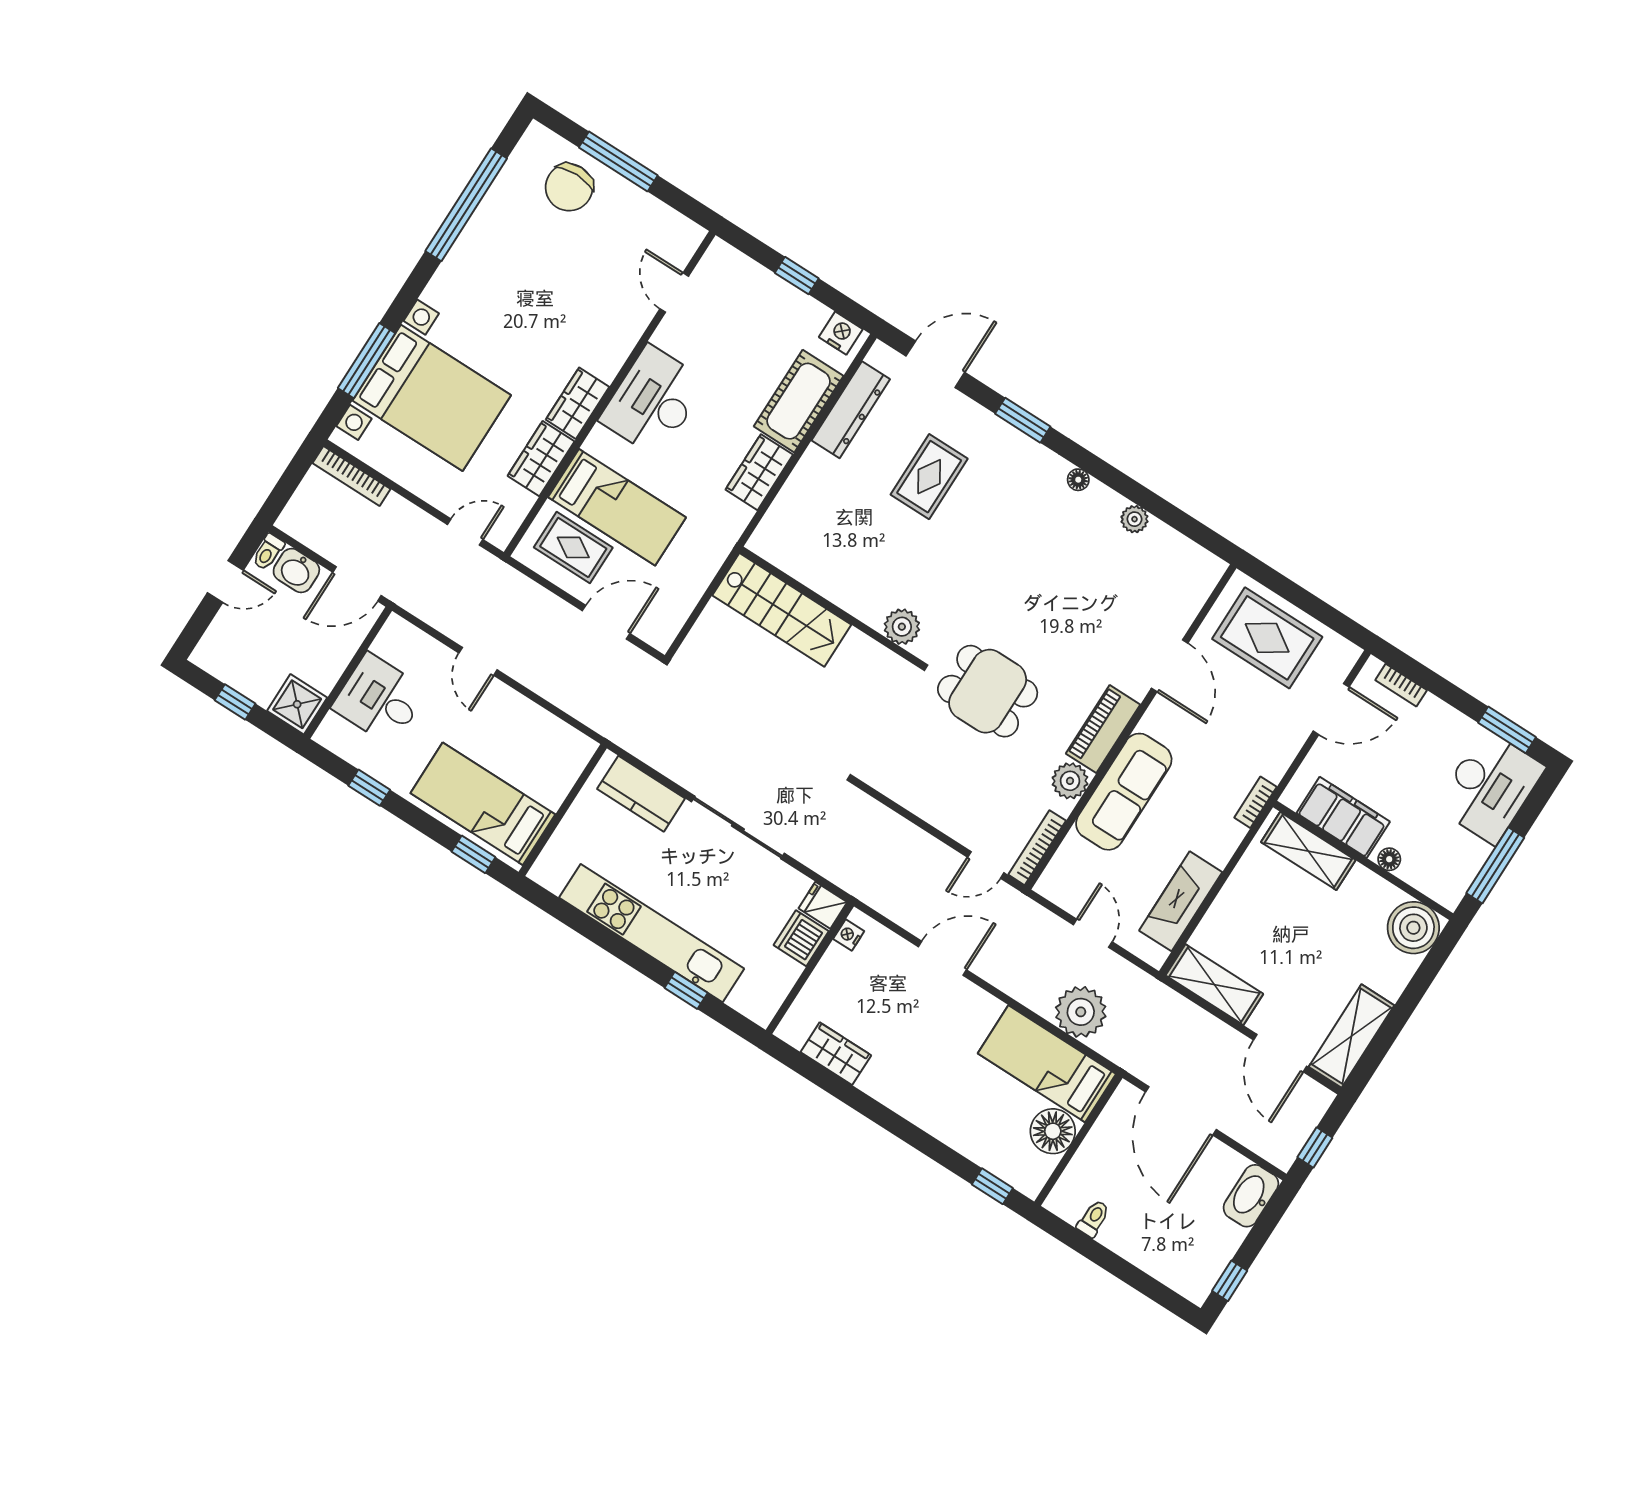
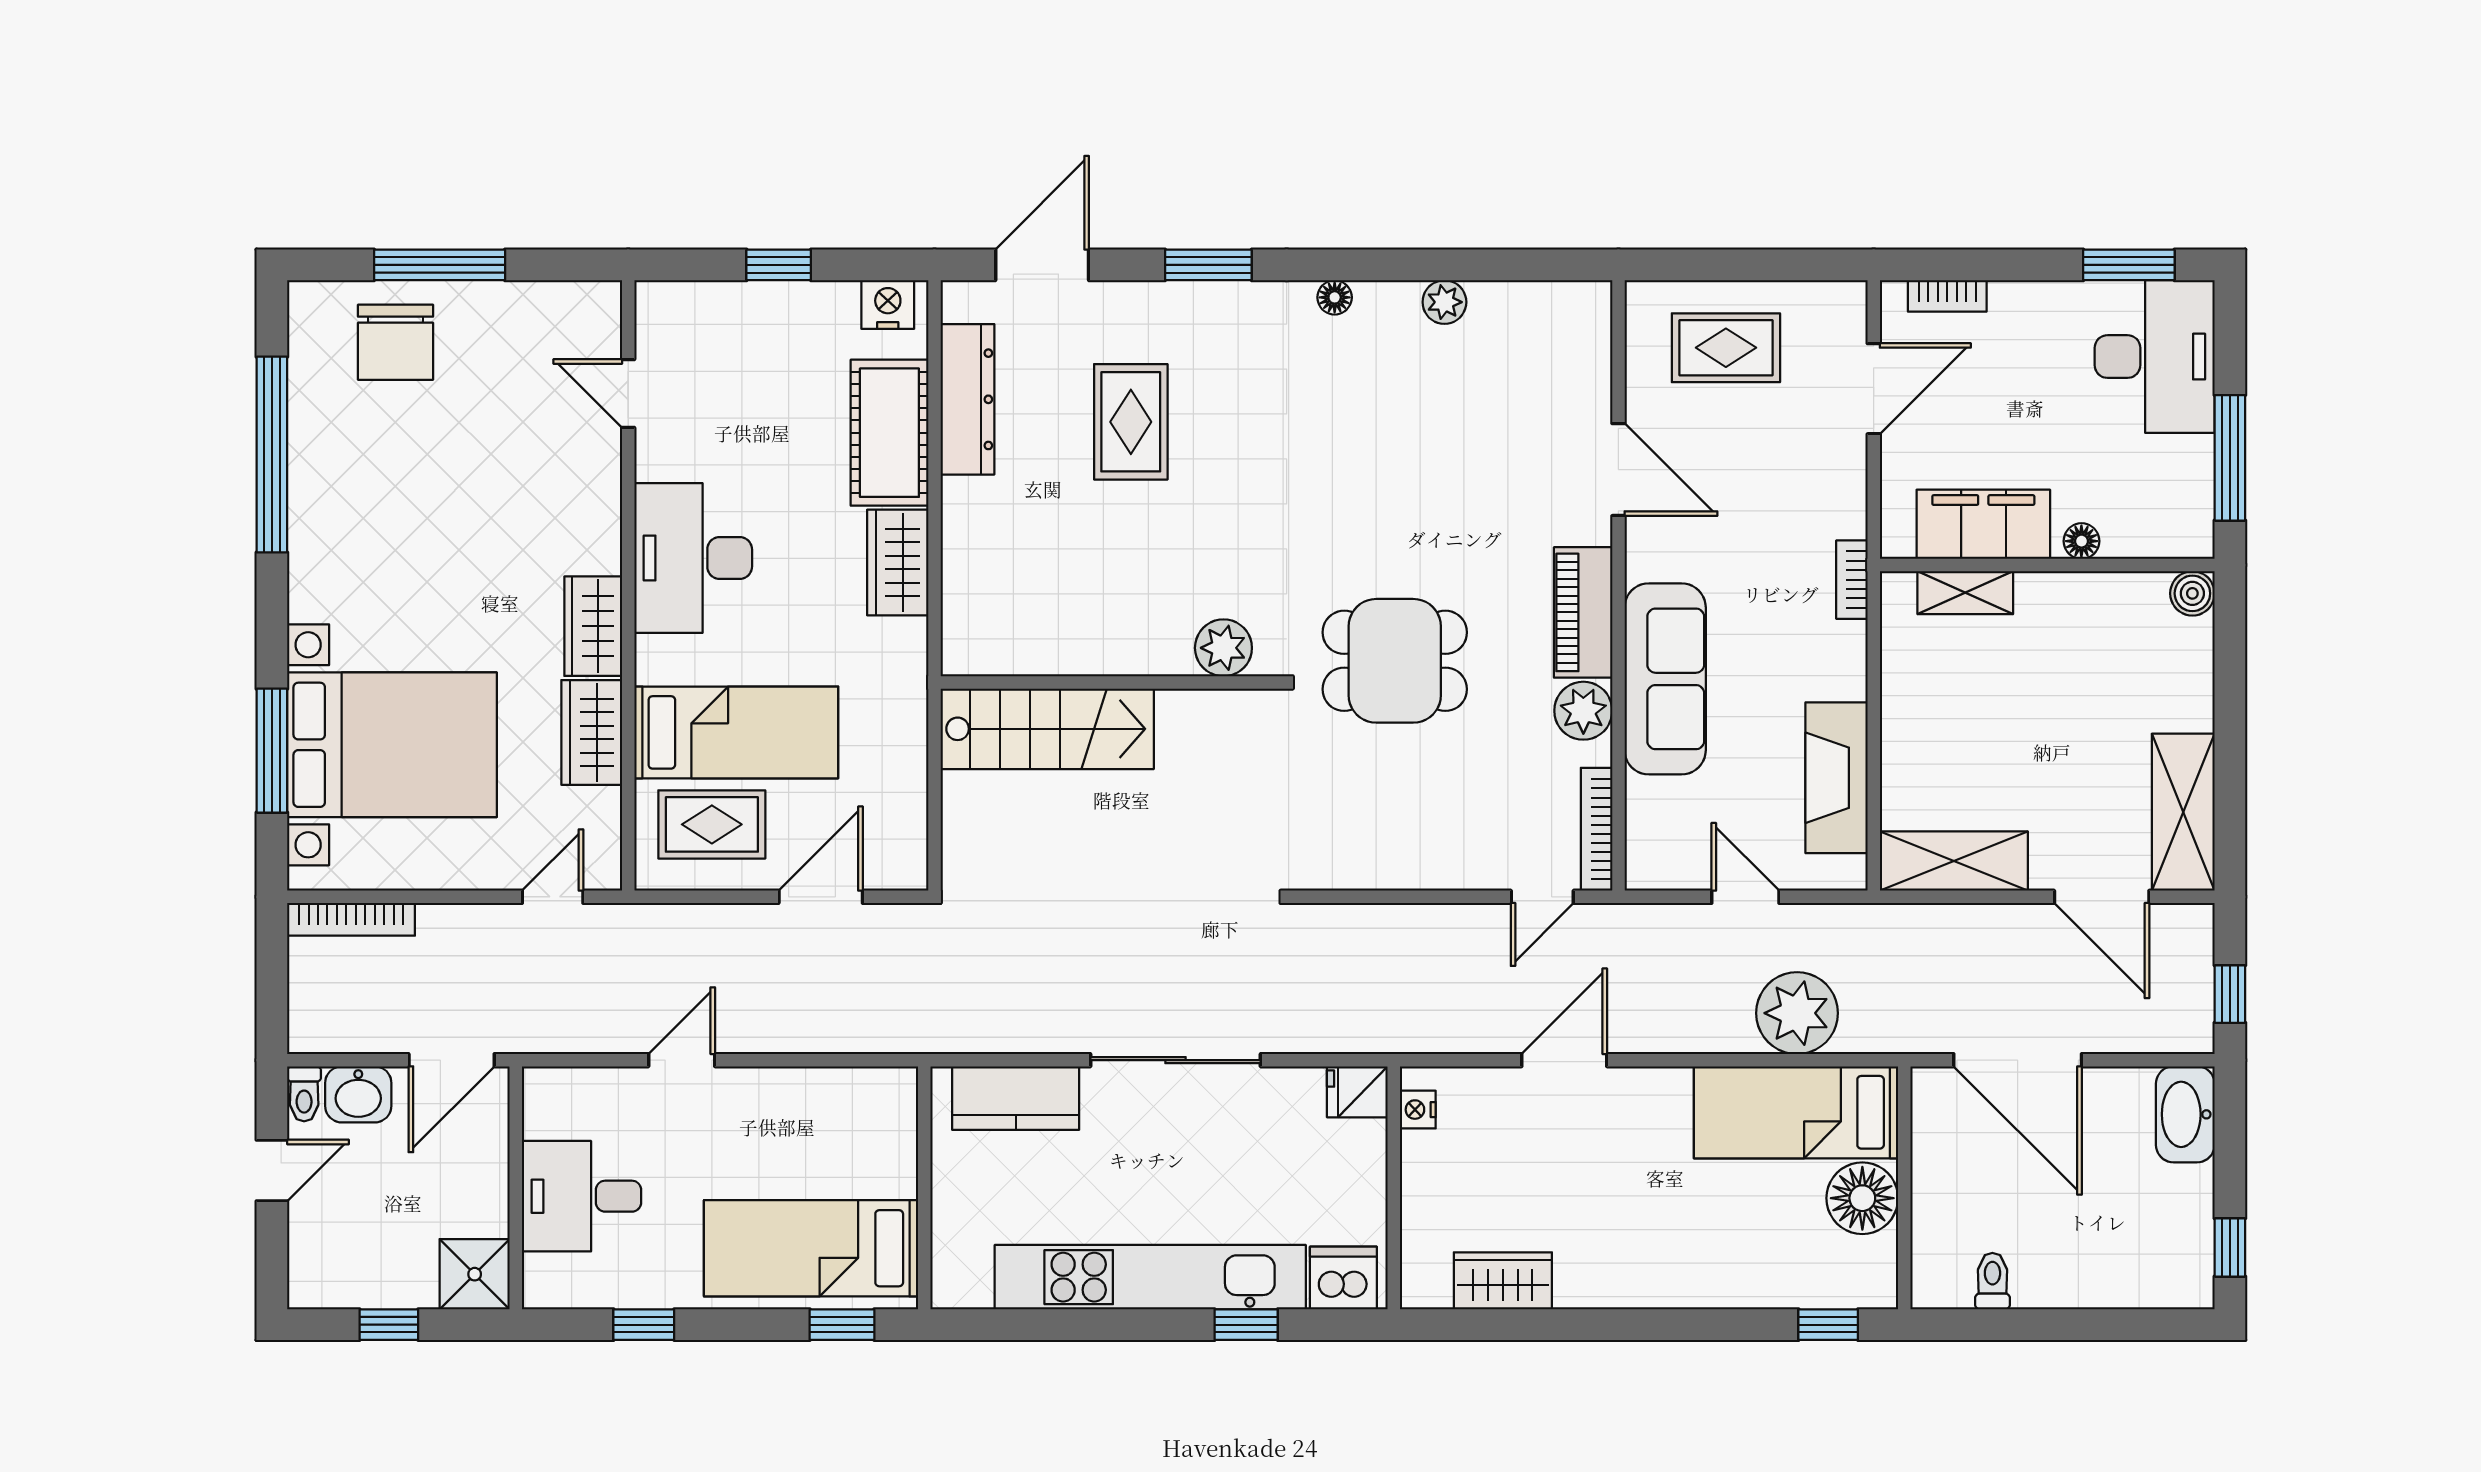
rug: (1267, 638) -> (1726, 348), width x0.73, depth x0.70
door: (478, 661) -> (682, 1060), swing flipped
shelving: (1308, 851) -> (1965, 593), width x0.67, depth x0.75
boiler: (1413, 928) -> (2192, 593), width x0.54, depth x0.54
dishwasher: (801, 938) -> (1343, 1278), moved, turned 90

